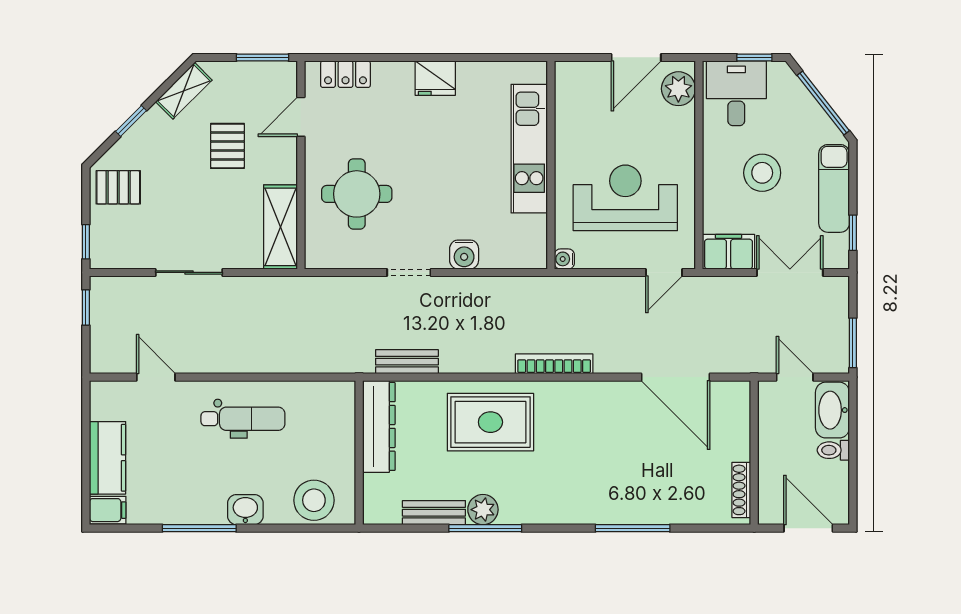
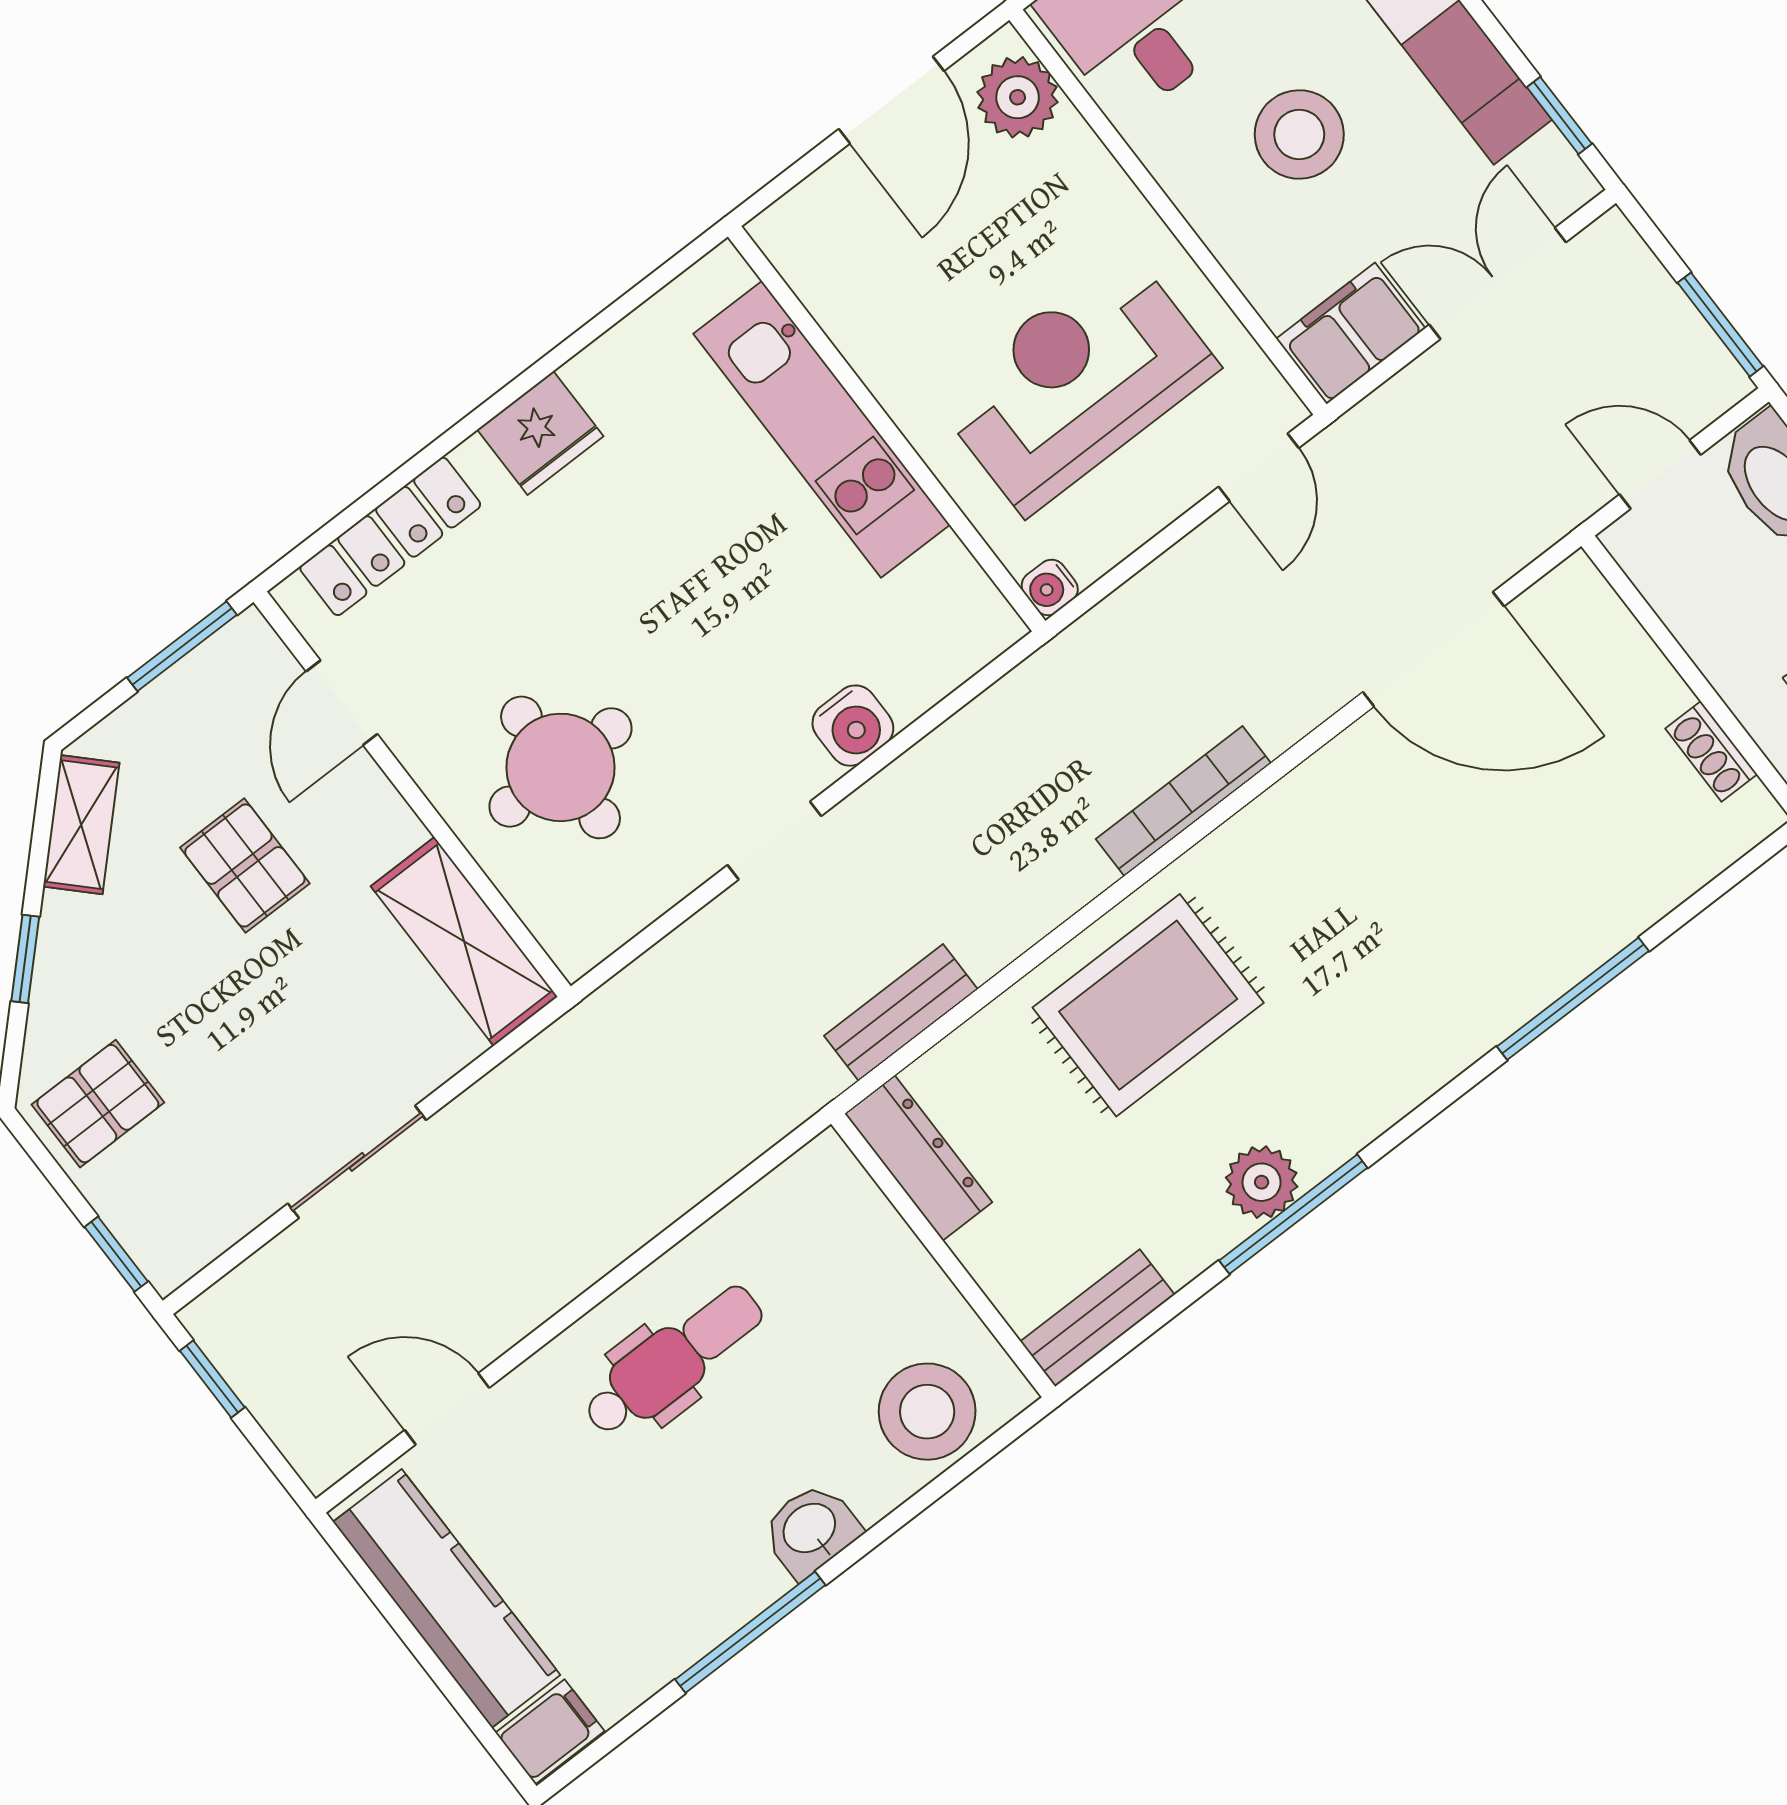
locker: (345, 74) -> (390, 536), width x1.53
dresser: (379, 426) -> (918, 1158), width x0.73, depth x0.80
kitchen counter: (108, 458) -> (447, 1598), width x1.50
shoe rack: (741, 490) -> (1711, 751), width x0.70
bench: (434, 513) -> (1097, 1318), moved

